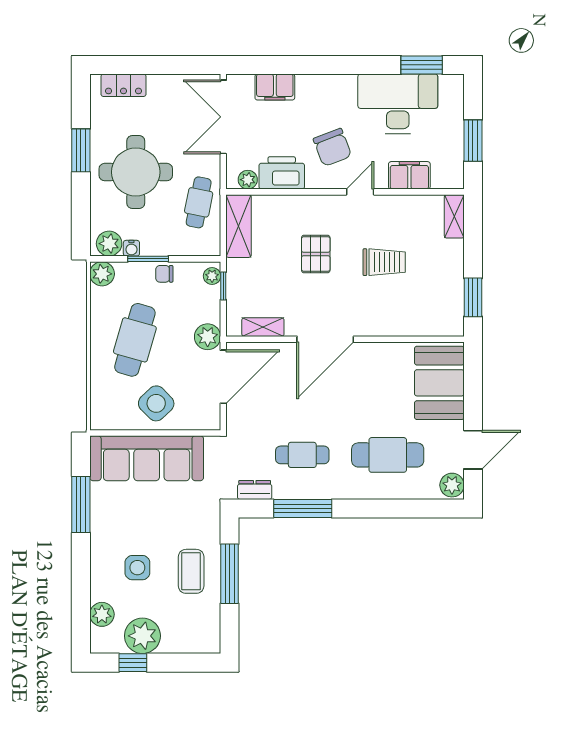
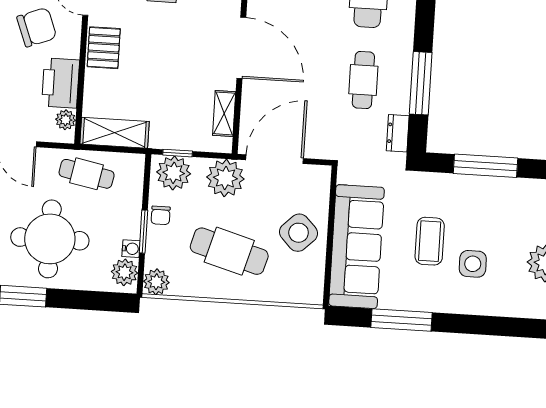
pallet: (316, 254) -> (104, 48), moved, turned 90
plant: (212, 276) -> (174, 173), width x1.87, depth x1.87
plant: (208, 337) -> (225, 178), width x1.36, depth x1.36
door: (223, 377) -> (275, 159), hinge flipped
coffee table: (191, 571) -> (430, 241), moved, turned 90
plant: (102, 614) -> (520, 305), removed

